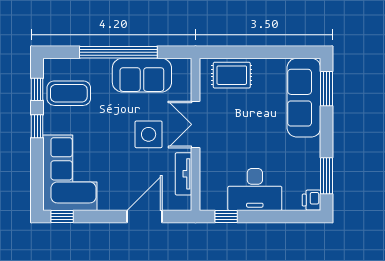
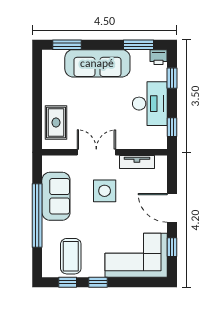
sofa: (304, 98) -> (97, 63), moved
double door: (196, 124) -> (96, 152), swing flipped
window: (62, 217) -> (172, 247), moved
door: (145, 217) -> (172, 208), moved
window: (286, 217) -> (172, 78), added

